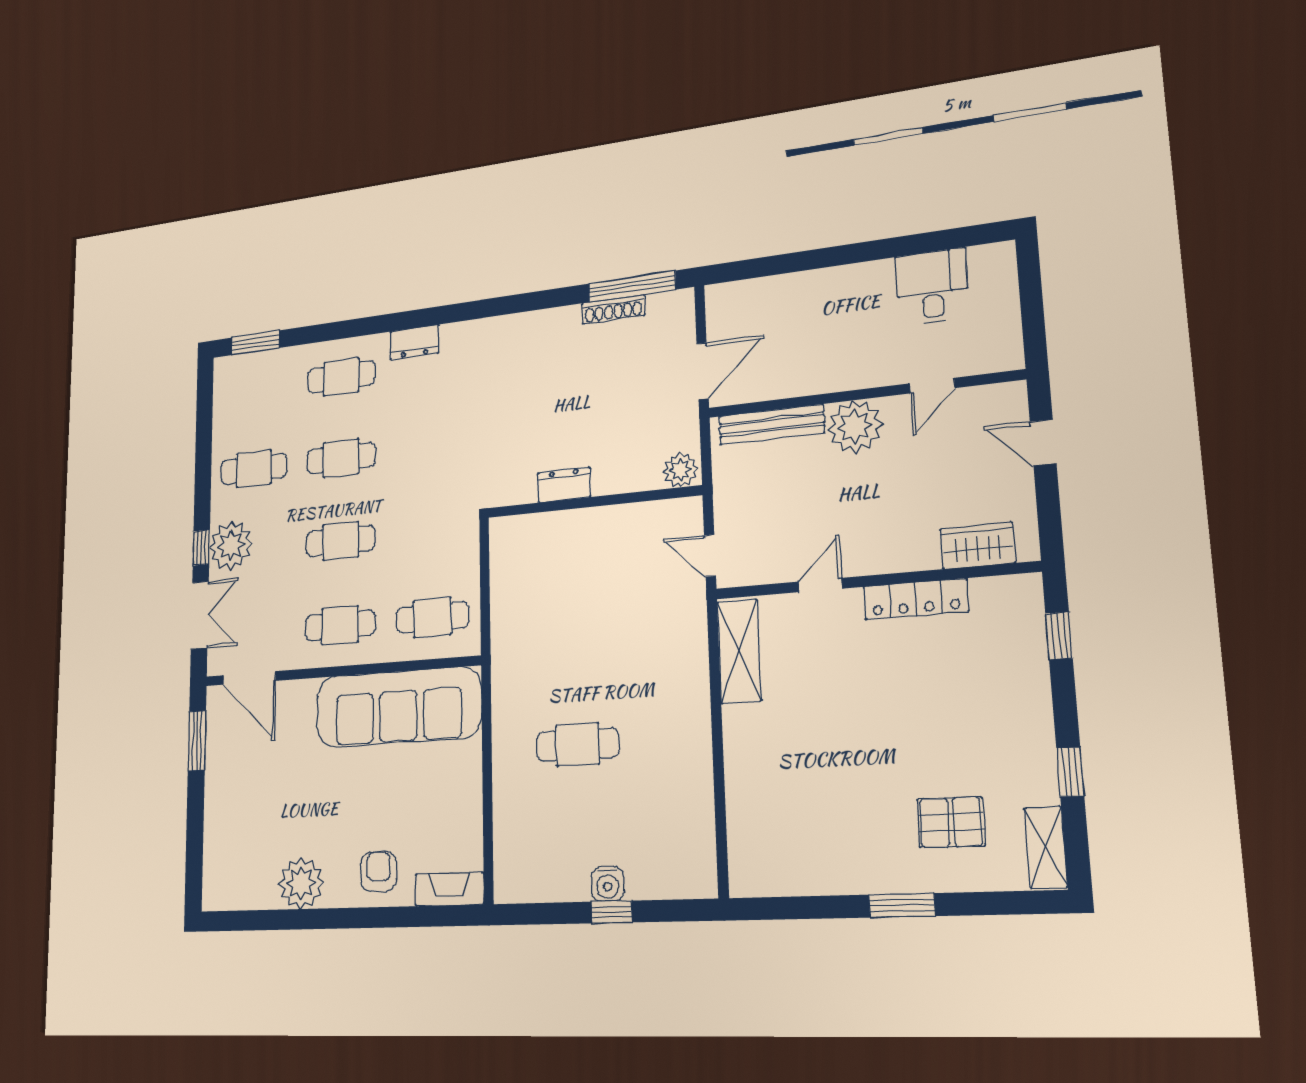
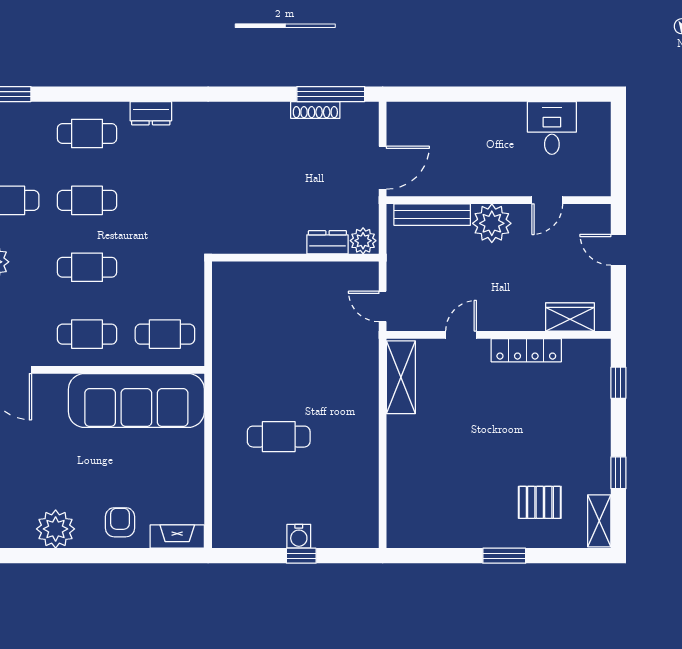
dresser: (564, 485) -> (327, 242), moved

